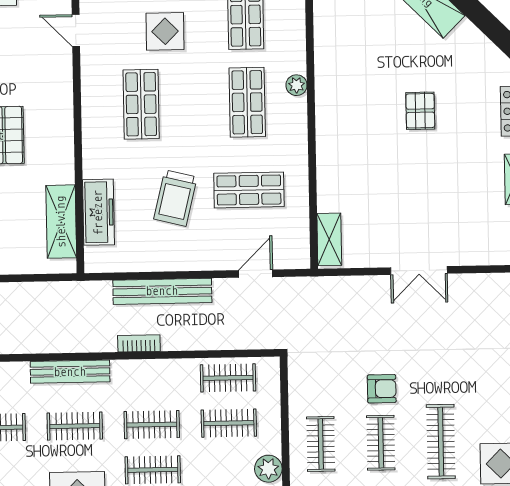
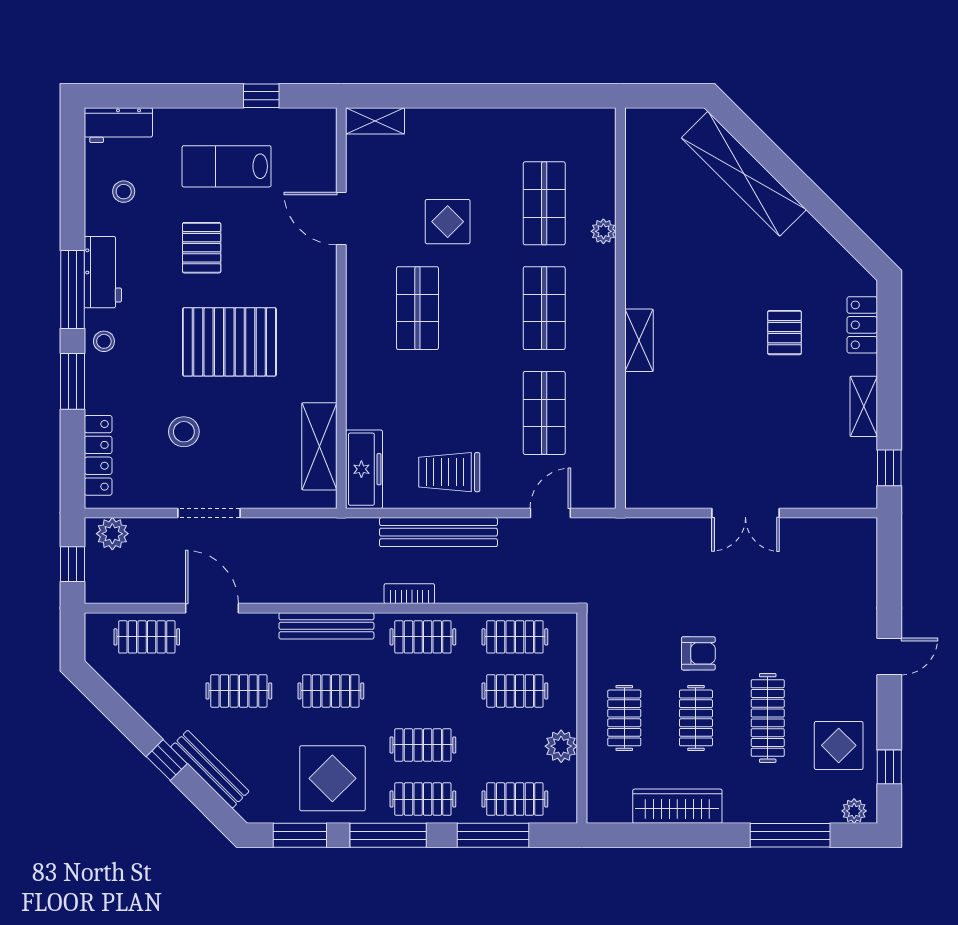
door: (76, 31) -> (341, 219), width x1.38
plant: (296, 85) -> (603, 231), moved
pallet: (420, 111) -> (784, 333), moved
shop shelf: (249, 190) -> (544, 413), turned 90
trolley: (175, 198) -> (449, 472), moved, turned 76
freezer: (98, 212) -> (364, 469), moved
shelving: (329, 239) -> (639, 340), moved
clothes rail: (152, 425) -> (423, 637), moved

